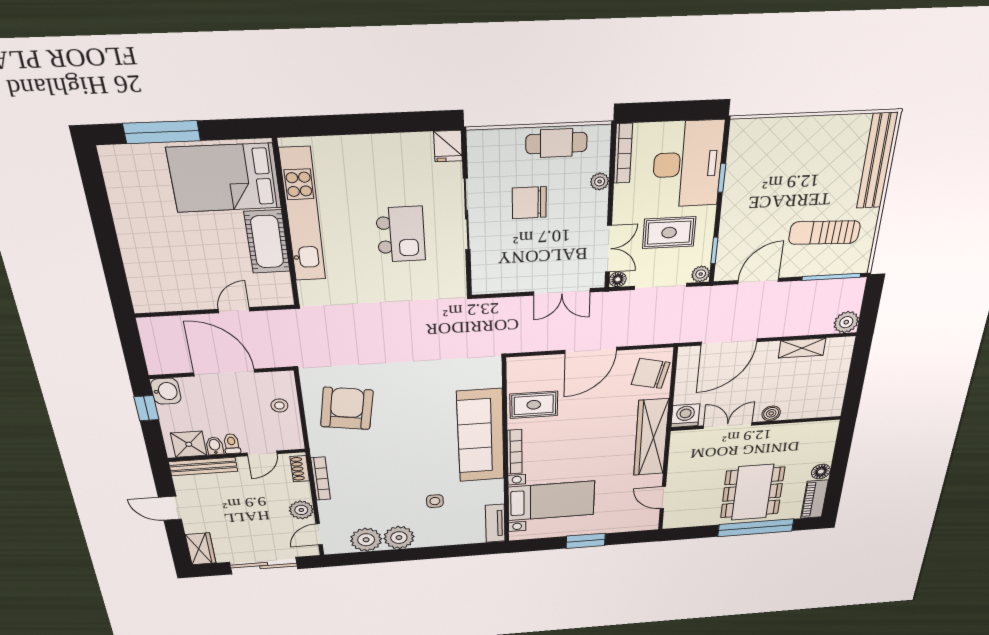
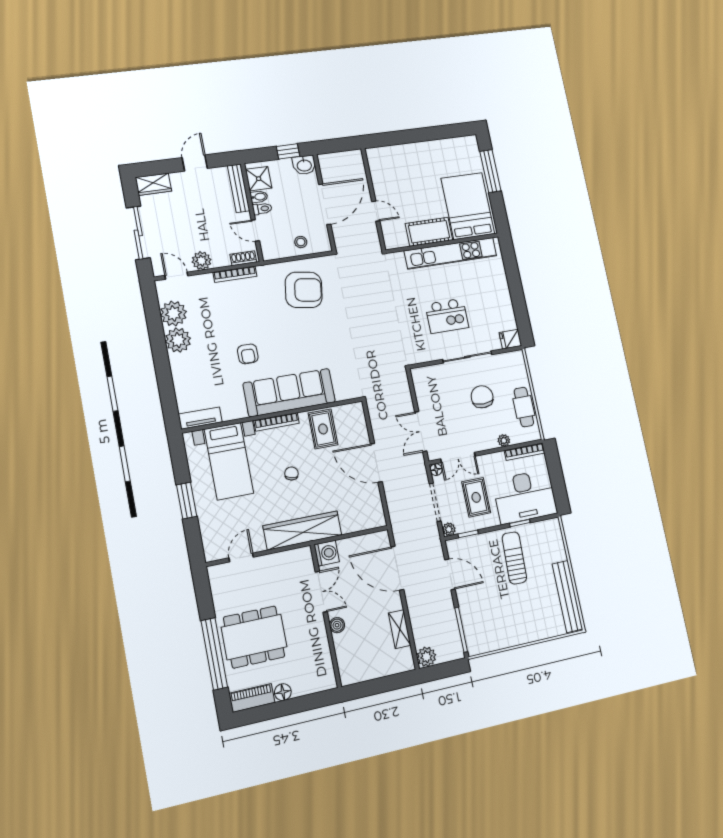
bench: (877, 161) -> (567, 596), moved, turned 90
sun lounger: (824, 233) -> (514, 558), moved
chair: (651, 373) -> (291, 473), moved, width x0.54, depth x0.54
armchair: (425, 474) -> (248, 354), added
side table: (435, 501) -> (220, 365), removed

